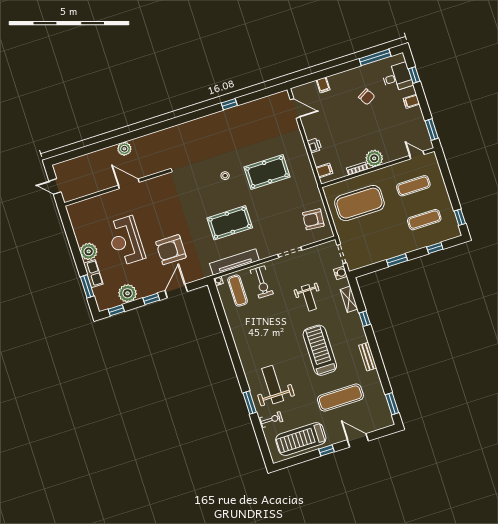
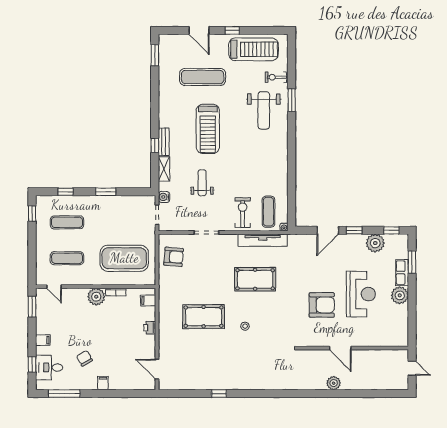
filing cabinet: (323, 85) -> (103, 383), moved
armchair: (171, 250) -> (322, 305), moved
bench: (368, 357) -> (164, 142), moved

